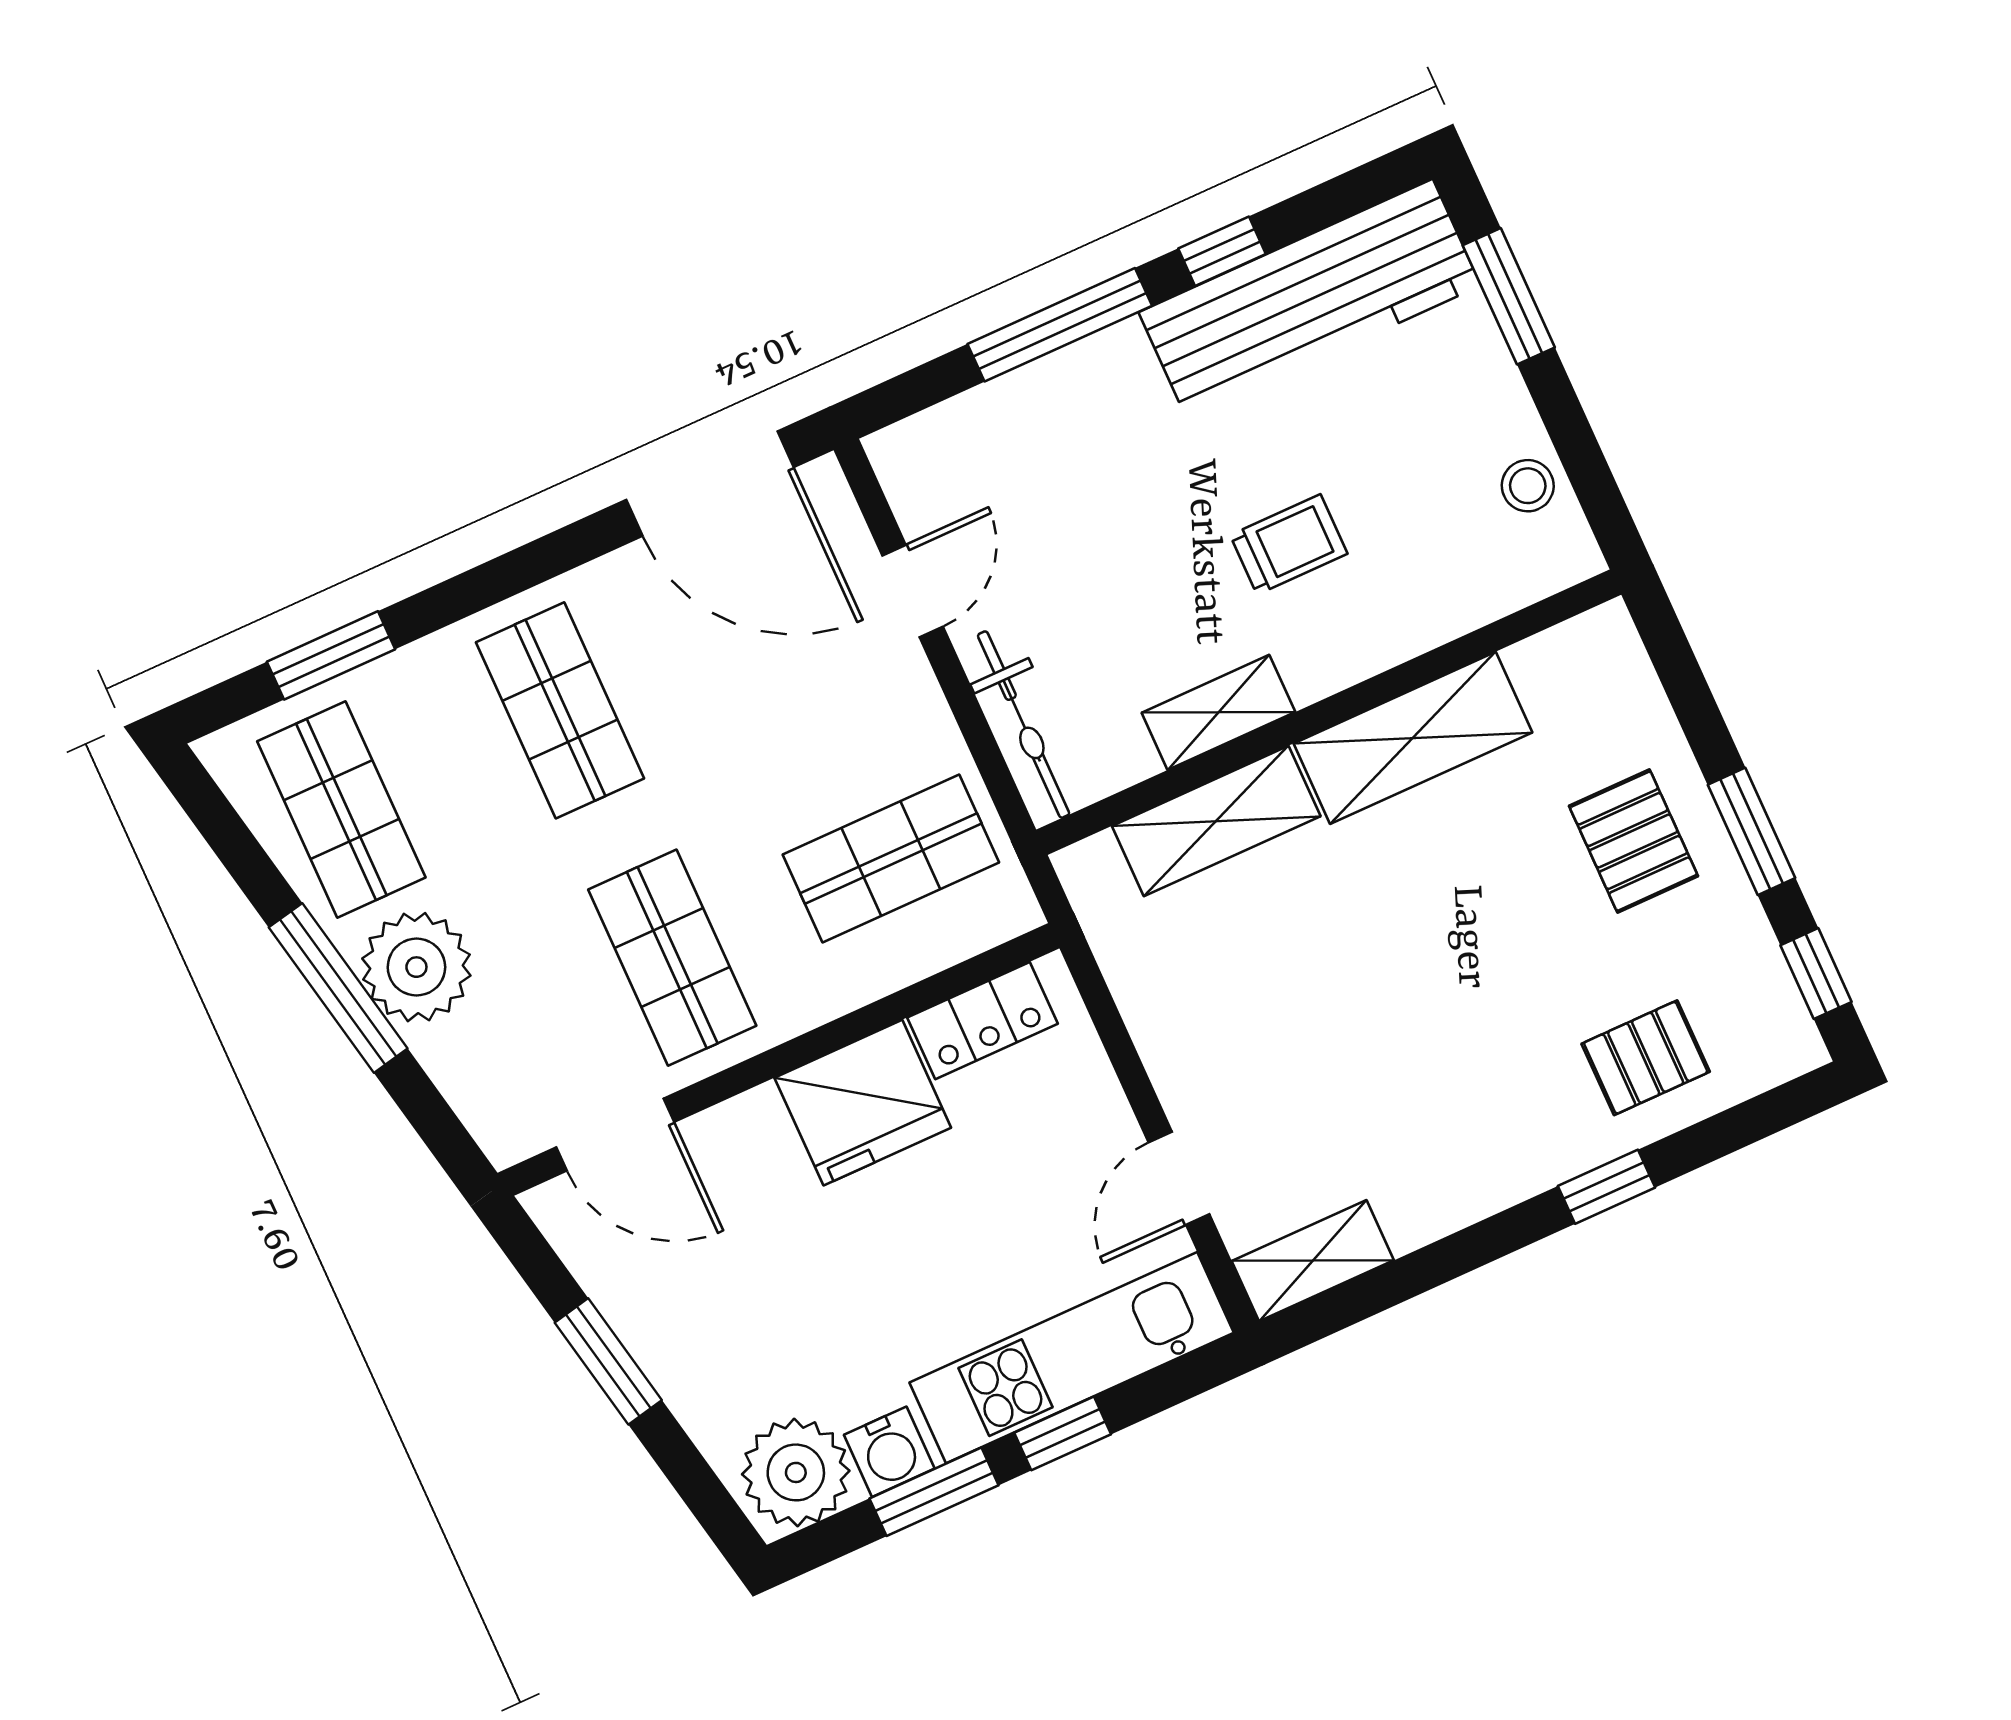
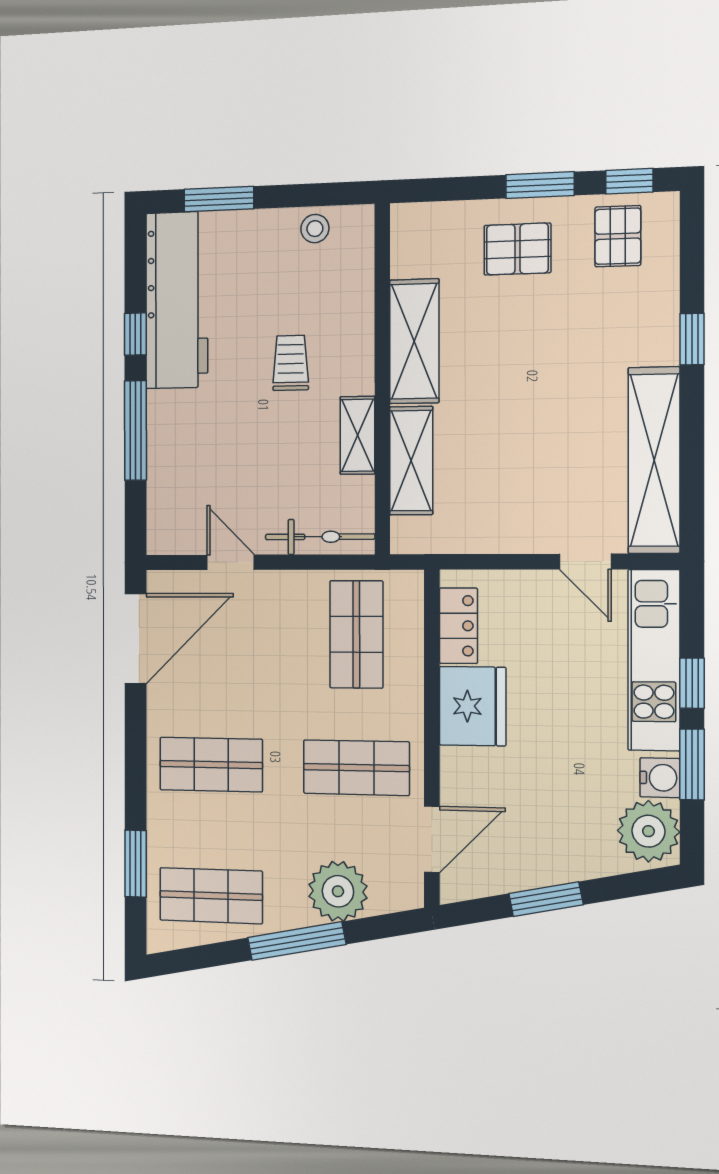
plant: (416, 967) -> (338, 891), moved
pallet: (1646, 1058) -> (618, 236), moved
shelving: (1313, 1261) -> (654, 460), width x2.20, depth x1.33

